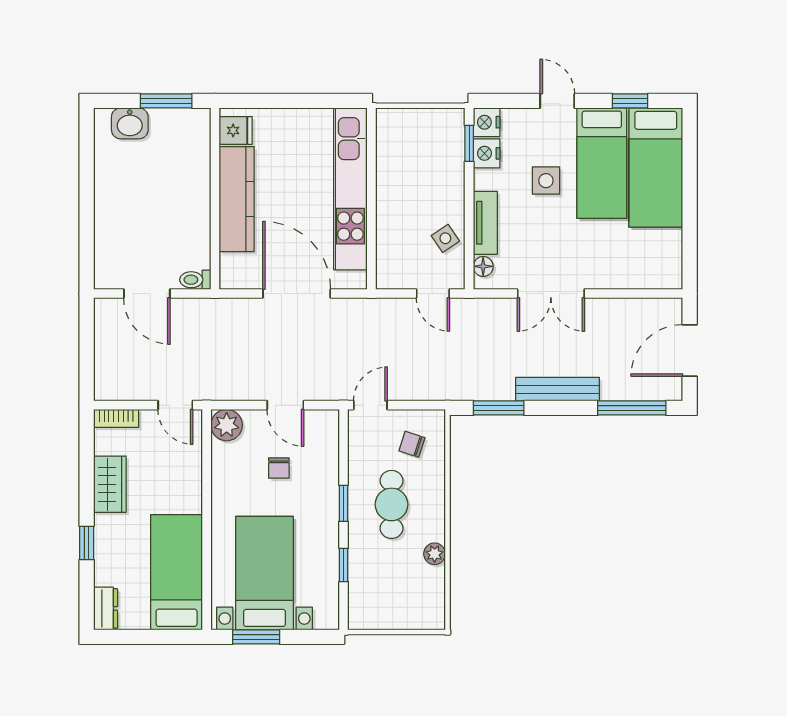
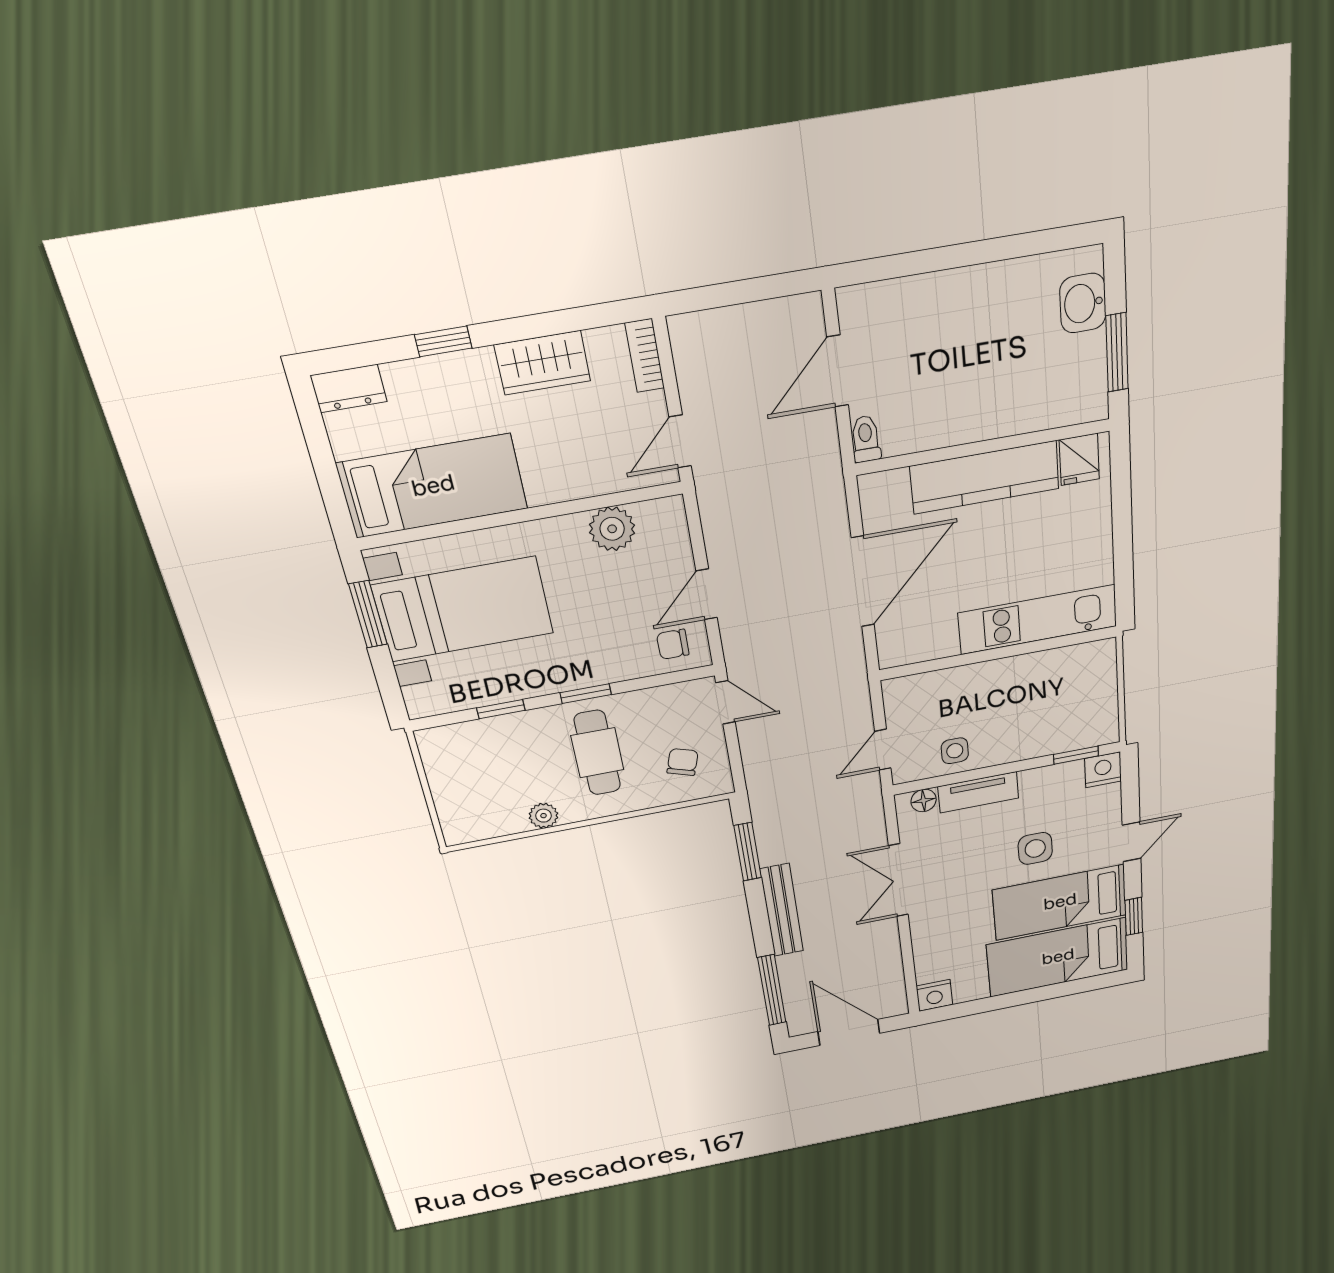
nightstand: (487, 153) -> (934, 995), moved, turned 180
kitchen unit: (350, 189) -> (1038, 620), width x0.73
side table: (445, 238) -> (955, 751), turned 34
plant: (227, 425) -> (612, 529), moved
chair: (279, 468) -> (673, 644), moved
cafe table: (392, 504) -> (597, 753), turned 90

